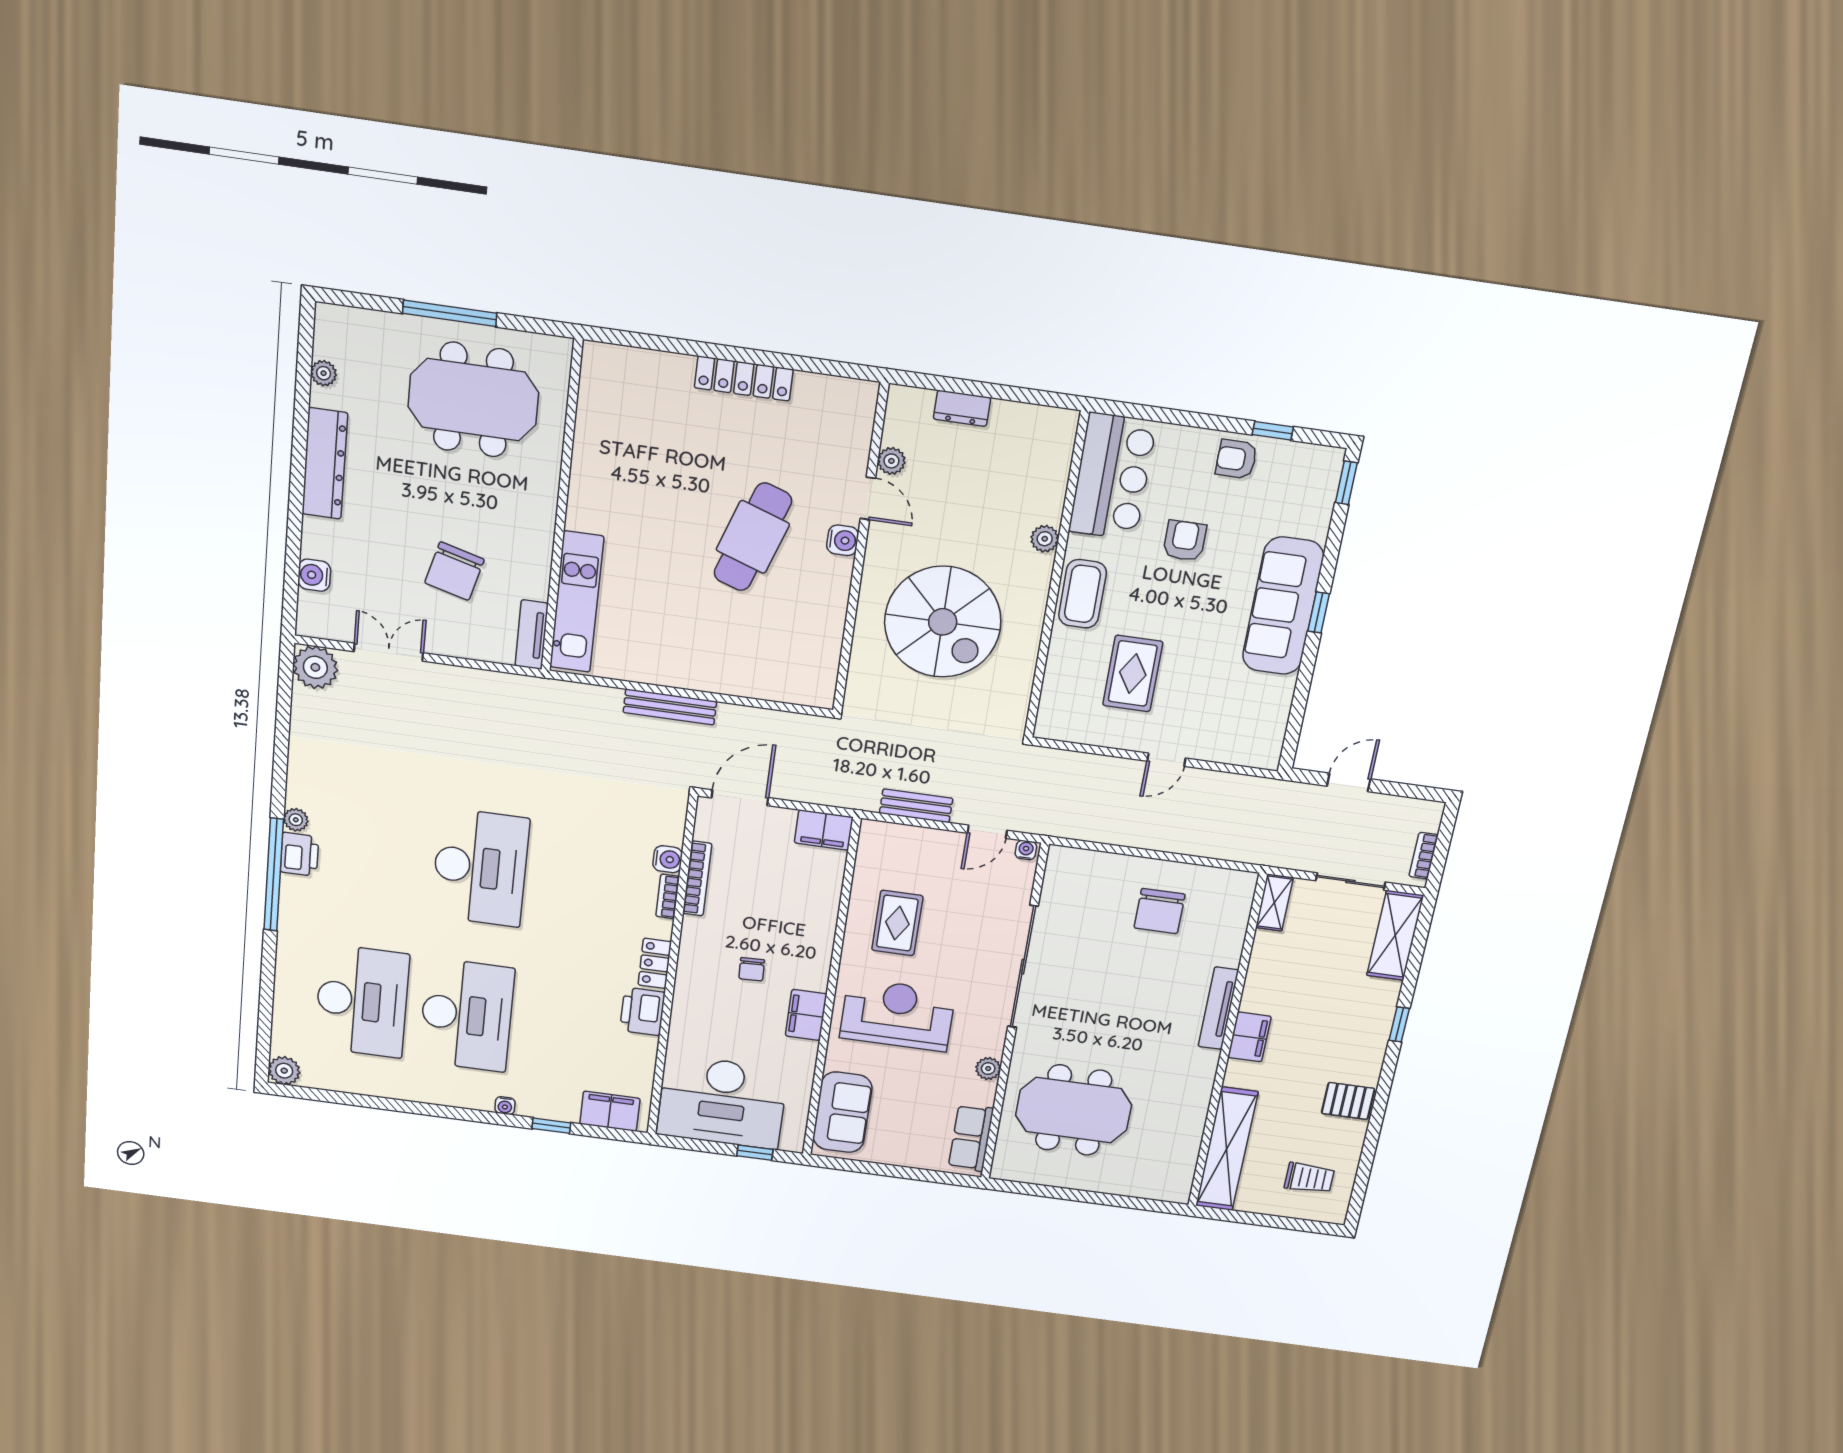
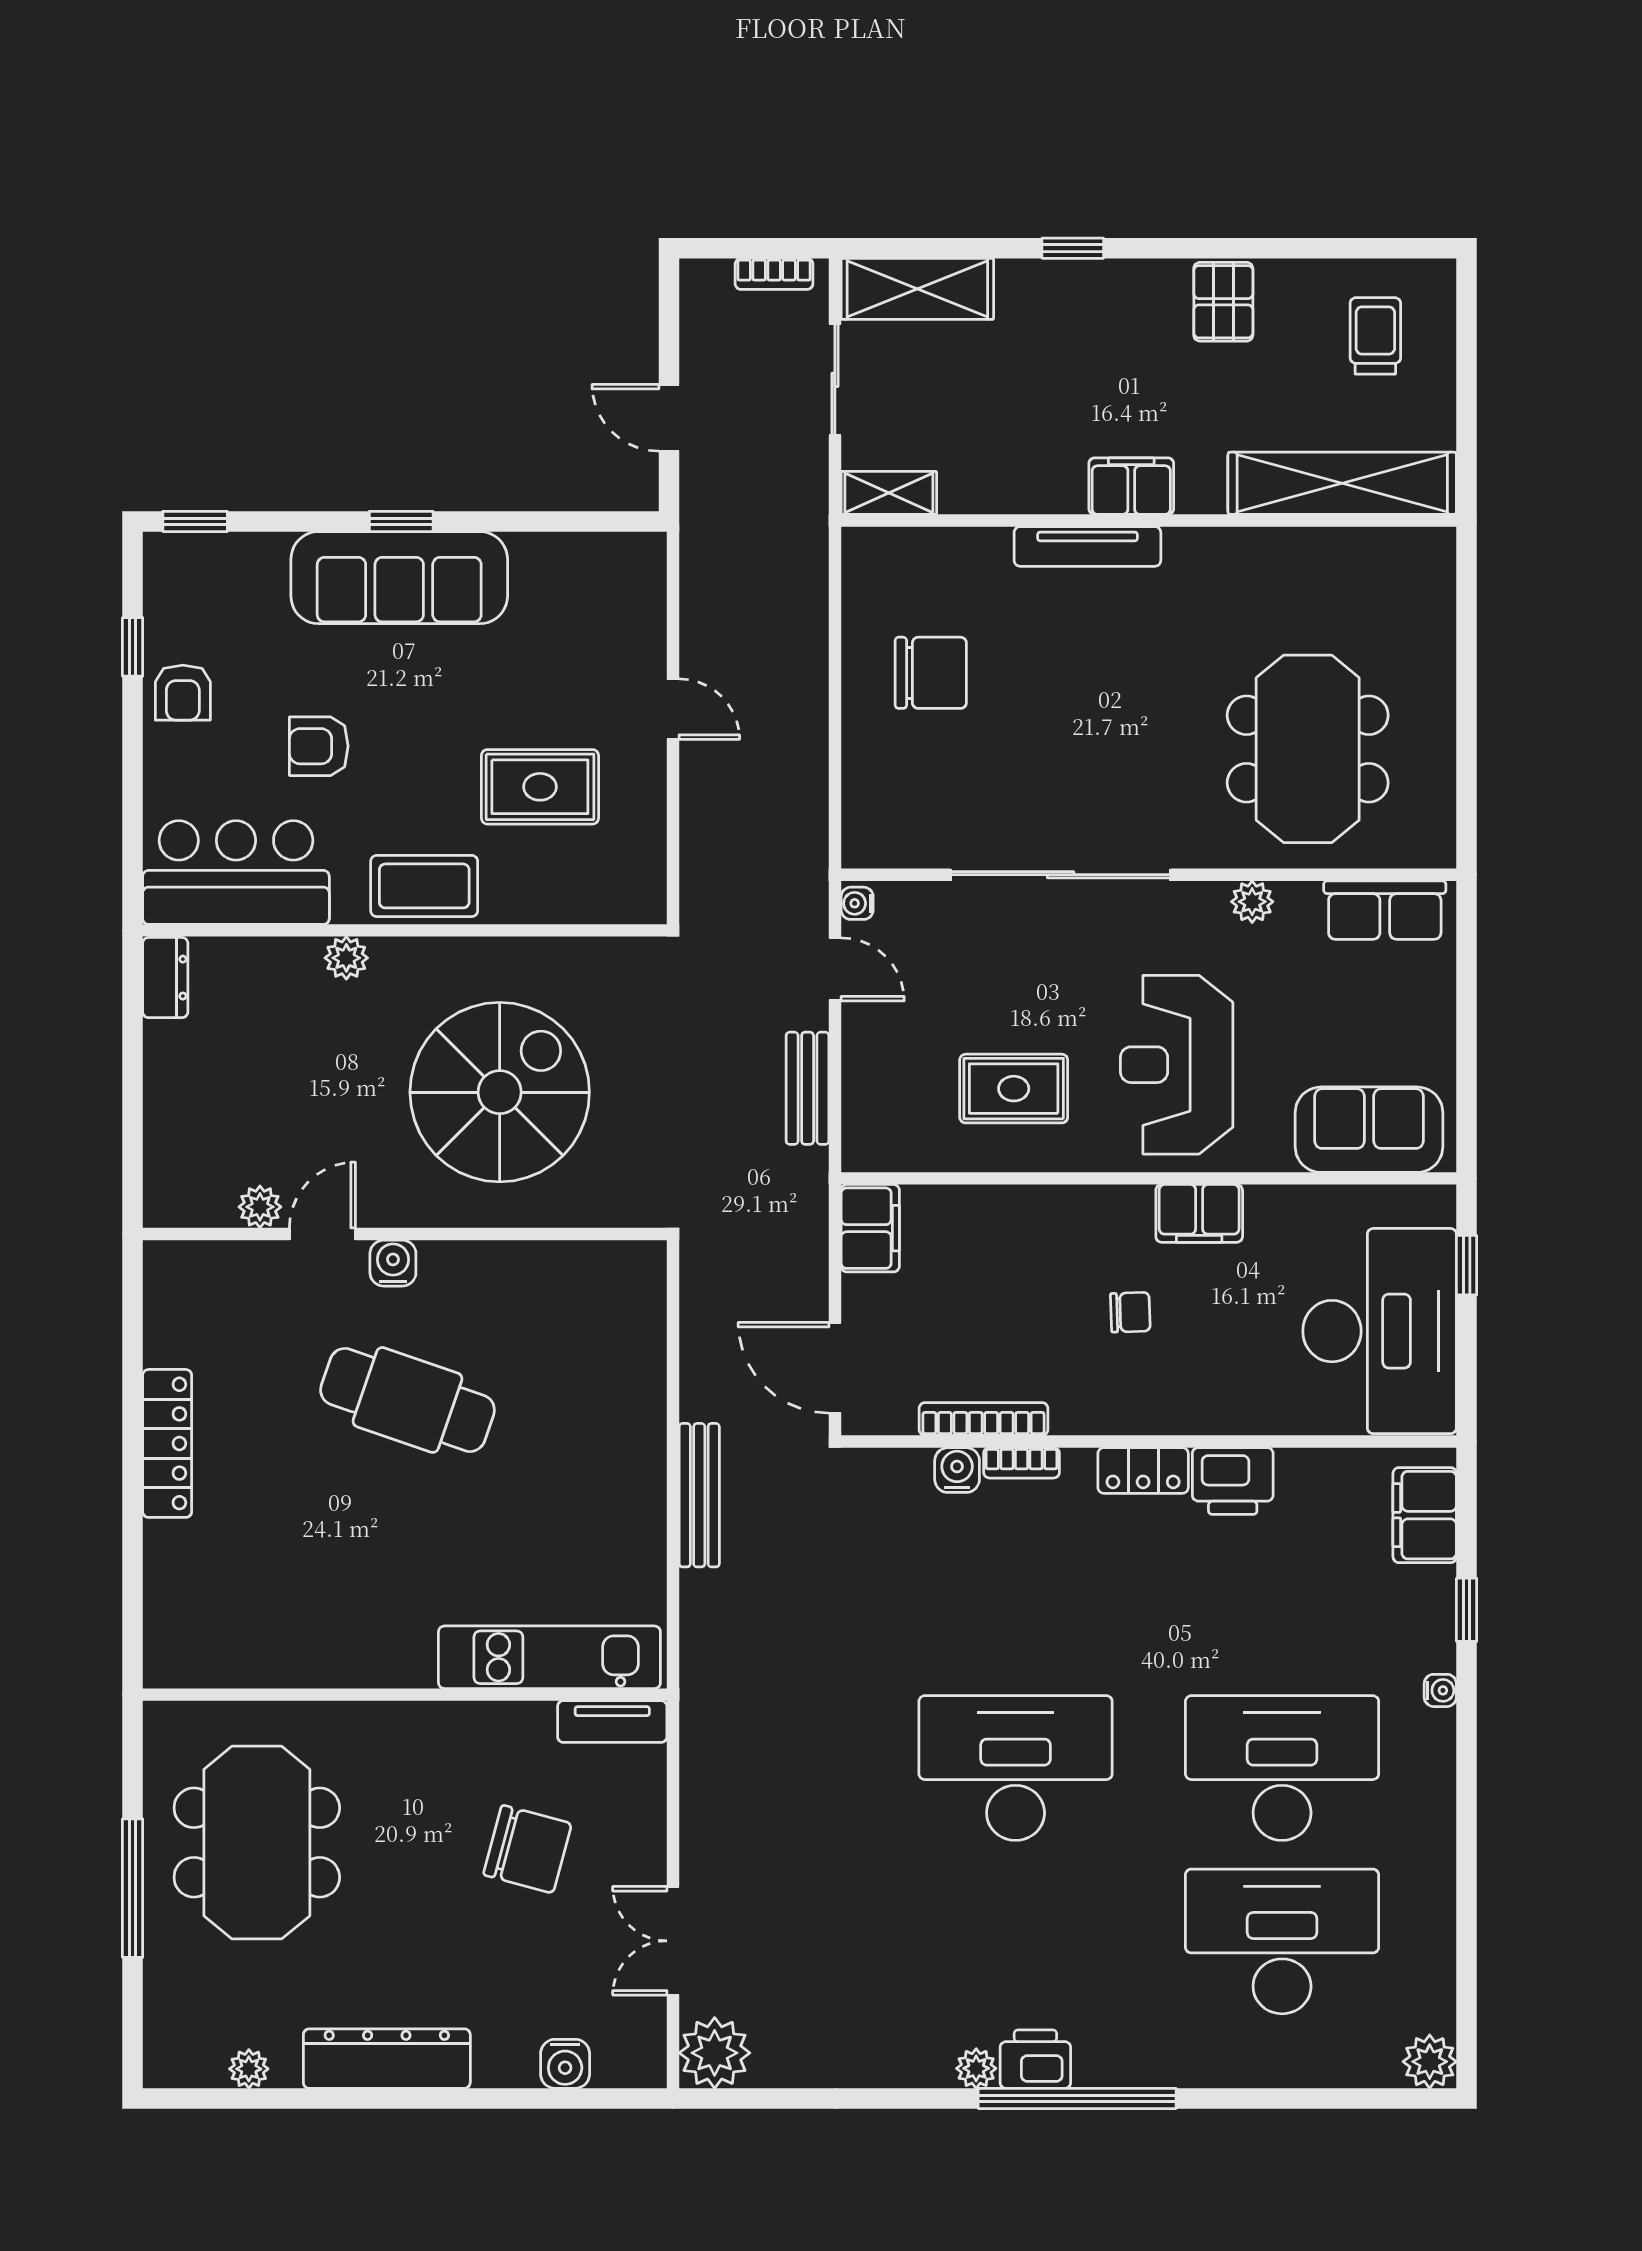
dresser: (962, 408) -> (165, 978), moved

